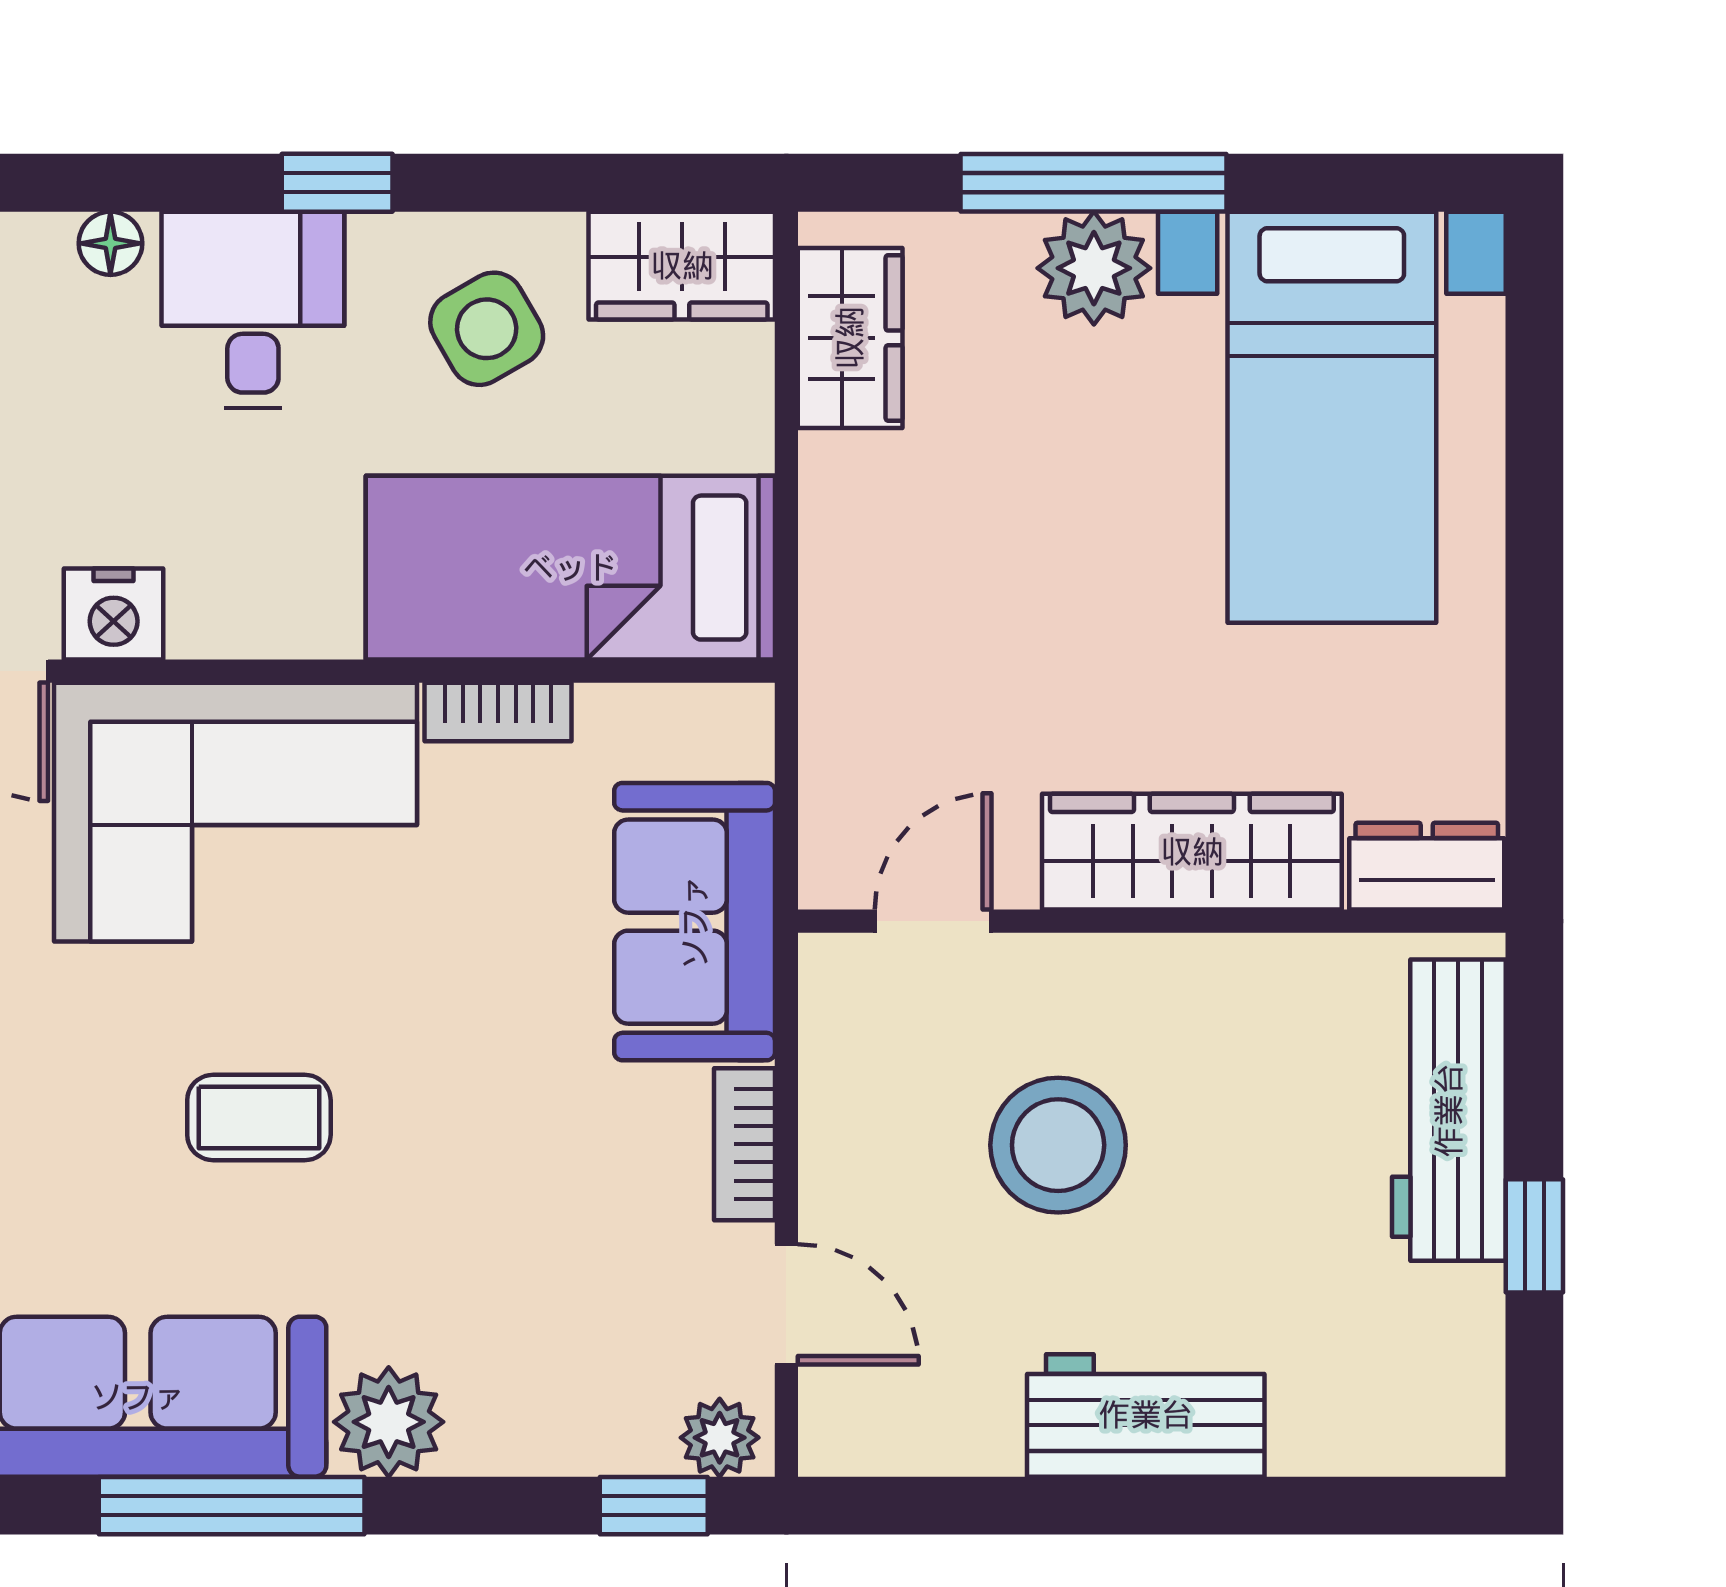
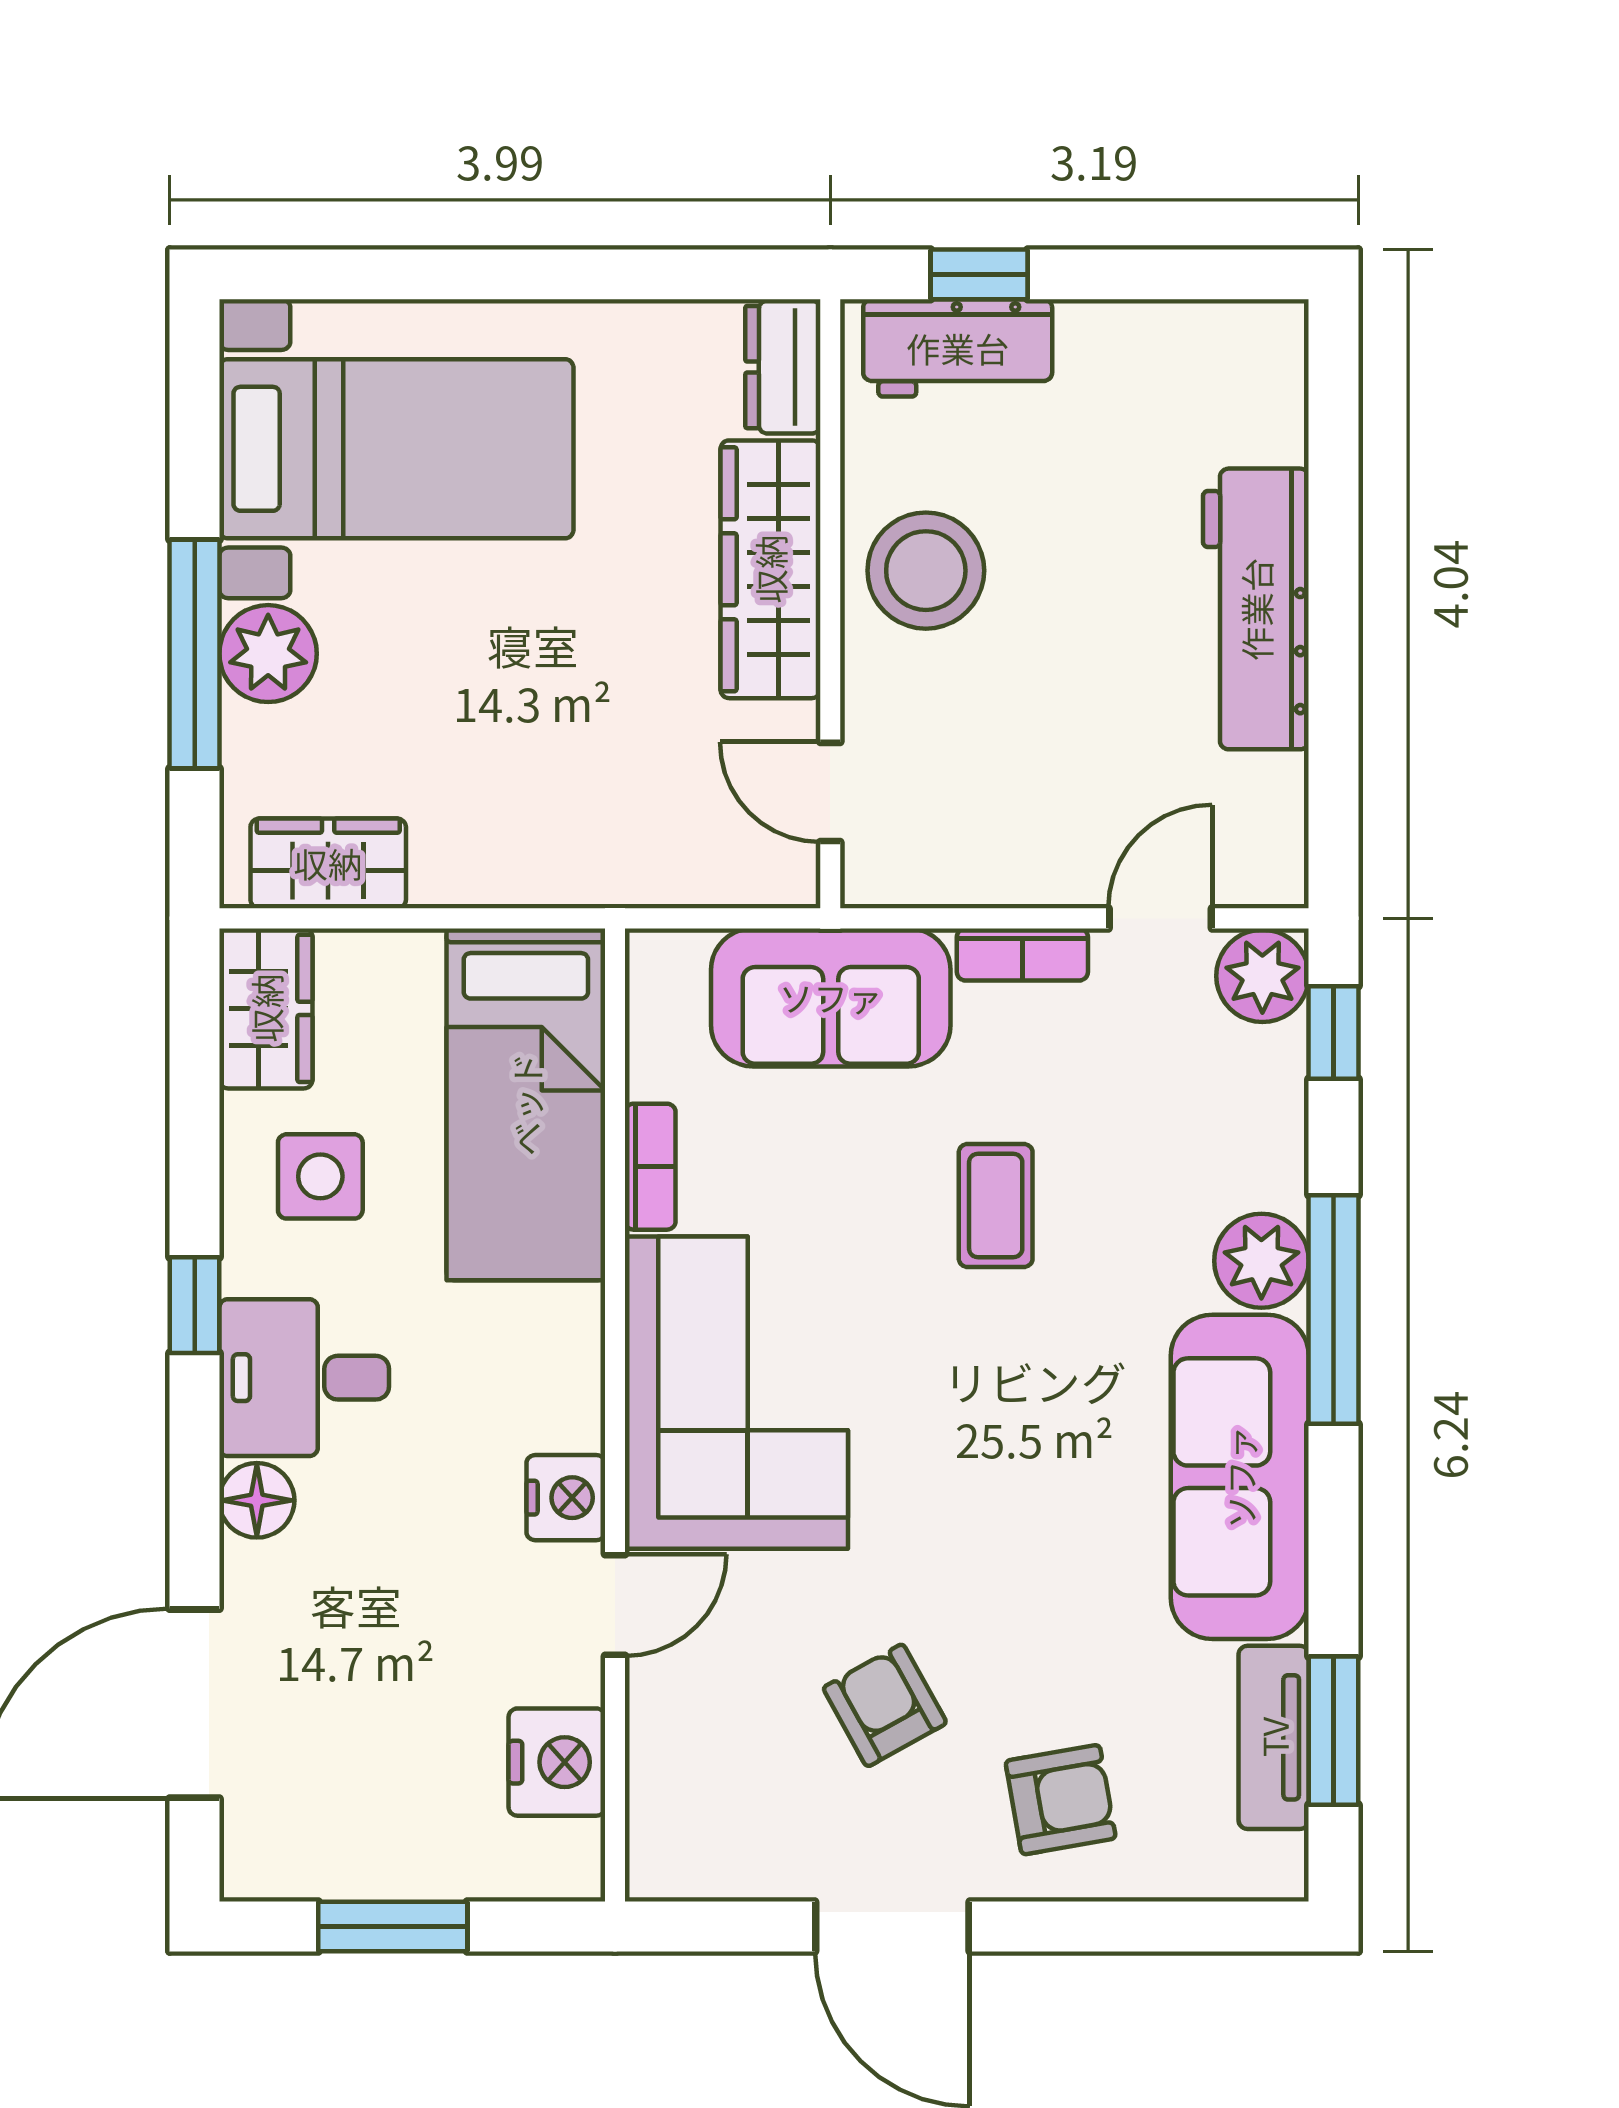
floor lamp: (110, 243) -> (257, 1500), width x1.37, depth x1.37
side table: (487, 329) -> (320, 1176), turned 30
workbench: (1449, 1110) -> (958, 348), width x0.73
coffee table: (259, 1117) -> (996, 1206), moved
stool: (1058, 1145) -> (926, 571), moved
window: (1534, 1236) -> (979, 274), moved
workbench: (1146, 1415) -> (1256, 609), width x1.38
plant: (720, 1438) -> (1262, 976), width x1.38, depth x1.38
window: (232, 1506) -> (1334, 1309), moved

